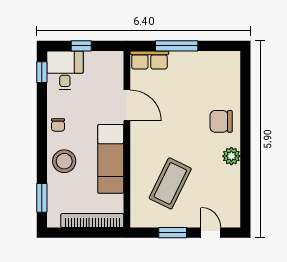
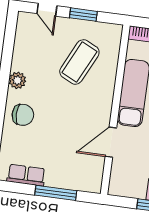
row of seats: (149, 60) -> (26, 175), moved
door: (127, 105) -> (111, 142), hinge flipped

